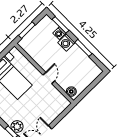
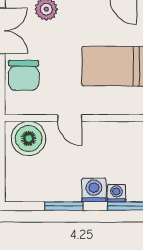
boiler: (71, 92) -> (29, 138), width x1.86, depth x1.86
chair: (50, 111) -> (24, 75), added

